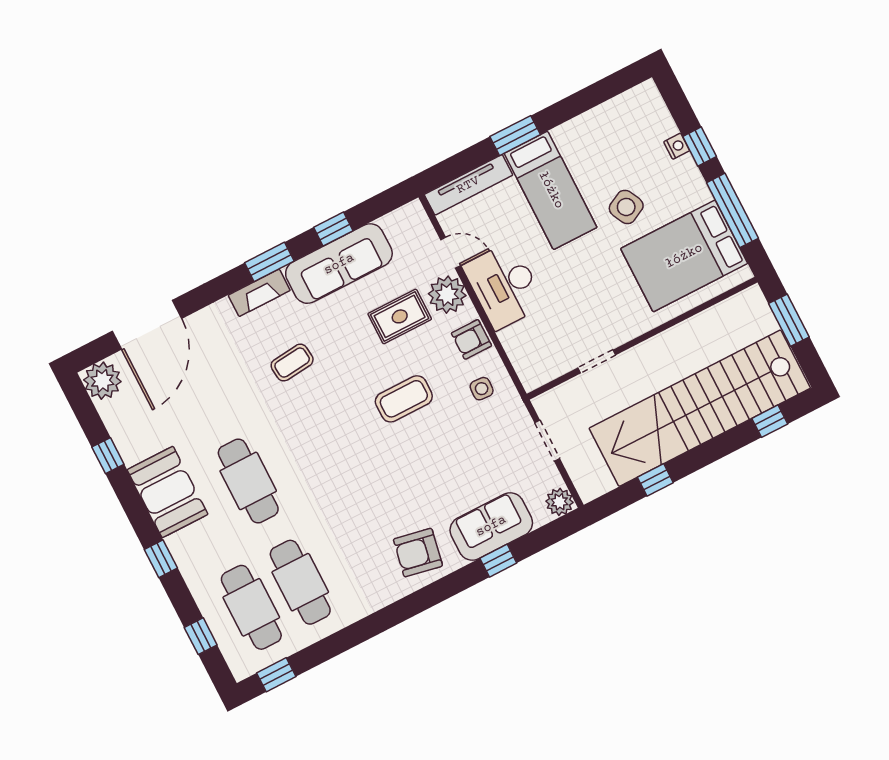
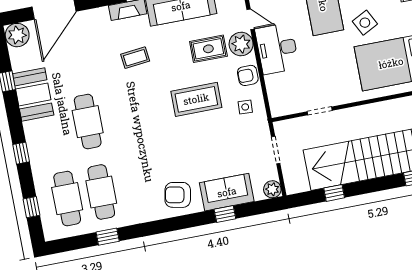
coffee table: (404, 399) -> (196, 99), width x1.36, depth x1.32
booth: (168, 492) -> (33, 94), moved
window: (276, 675) -> (108, 237), moved

